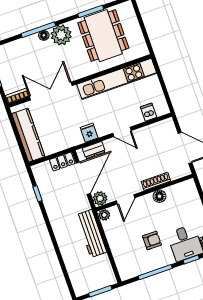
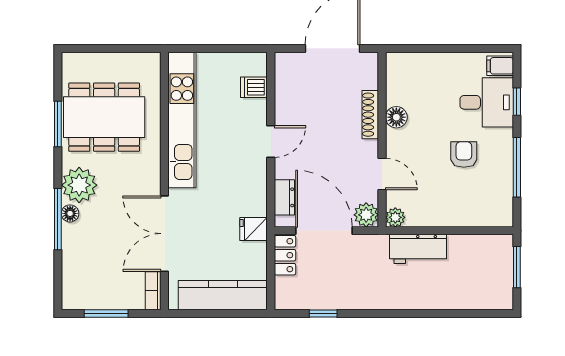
fridge: (89, 133) -> (253, 229), moved
workbench: (91, 233) -> (418, 249), width x0.73

